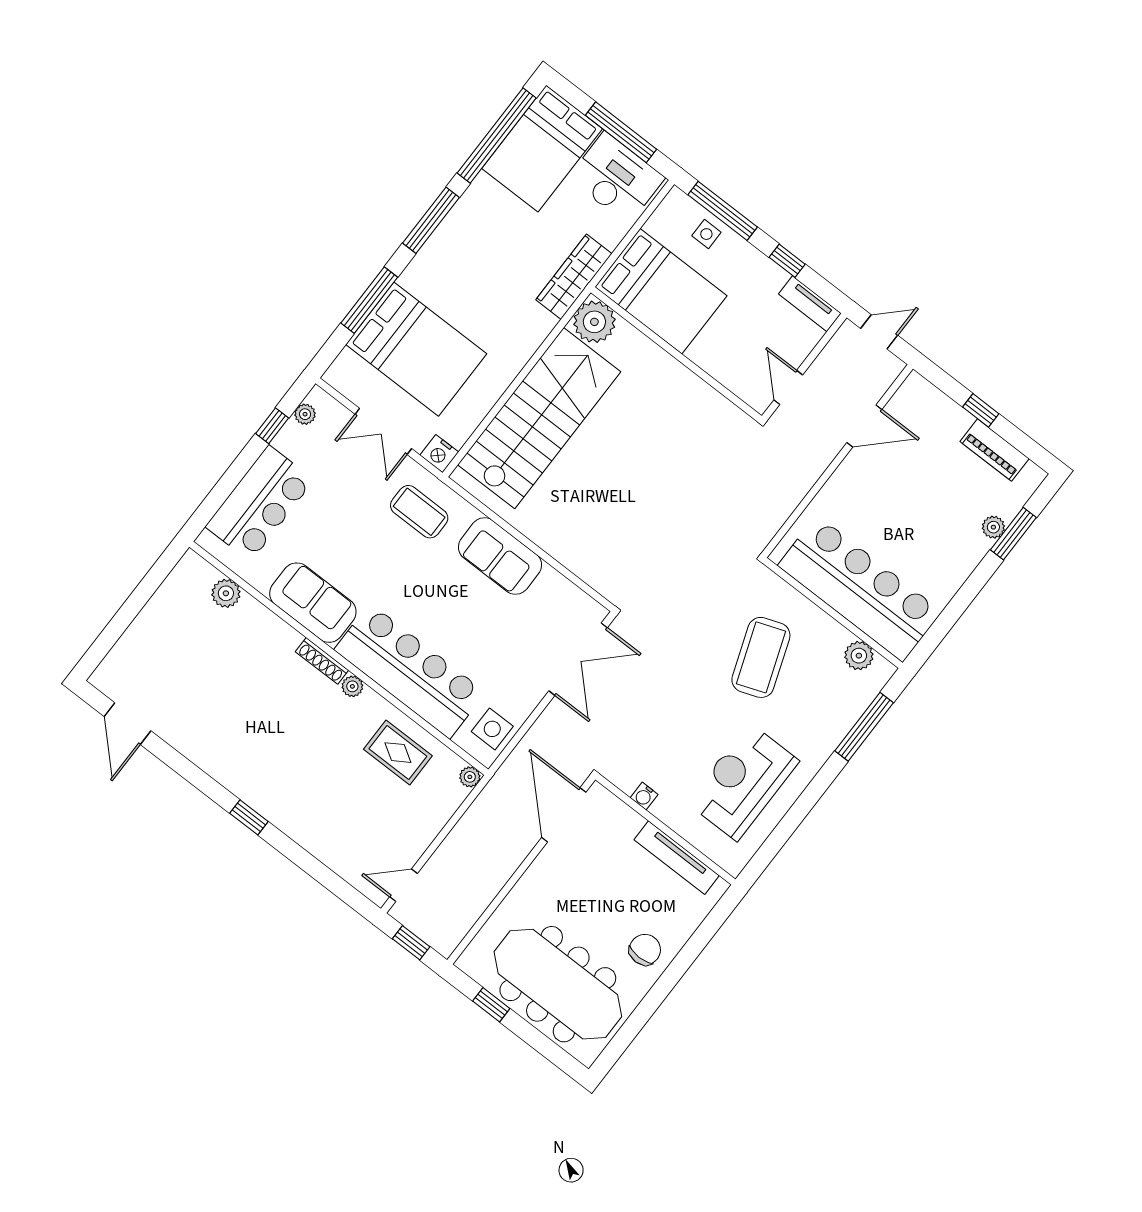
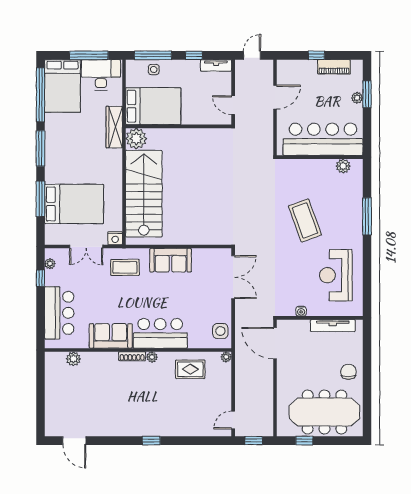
bar counter: (860, 589) -> (323, 139), moved
wall: (833, 613) -> (320, 157), moved
plant: (859, 656) -> (343, 166), moved
bar counter: (410, 671) -> (160, 333), width x0.73

